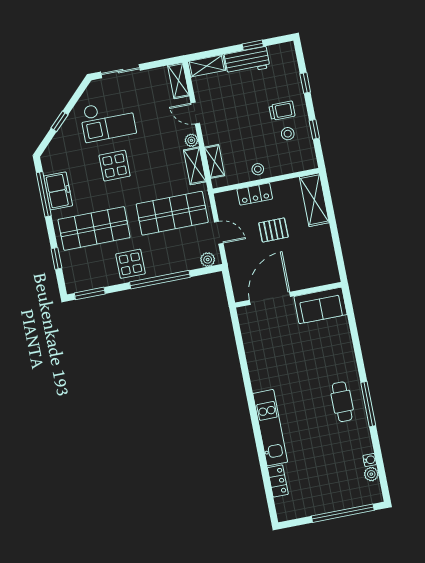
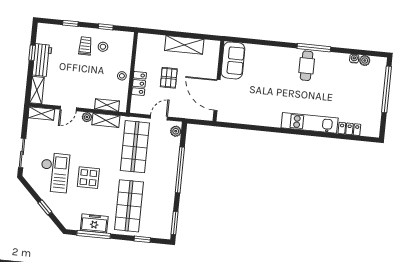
shelving: (314, 200) -> (184, 45), moved
display table: (130, 264) -> (162, 187), removed
cafe table: (342, 402) -> (307, 66), turned 90

